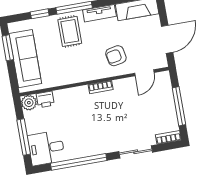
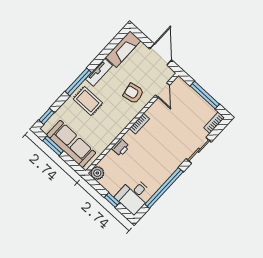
window: (40, 14) -> (47, 116), moved
armchair: (116, 56) -> (133, 93), turned 90
printer: (45, 99) -> (120, 147), moved
window: (24, 137) -> (112, 200), width x0.46

